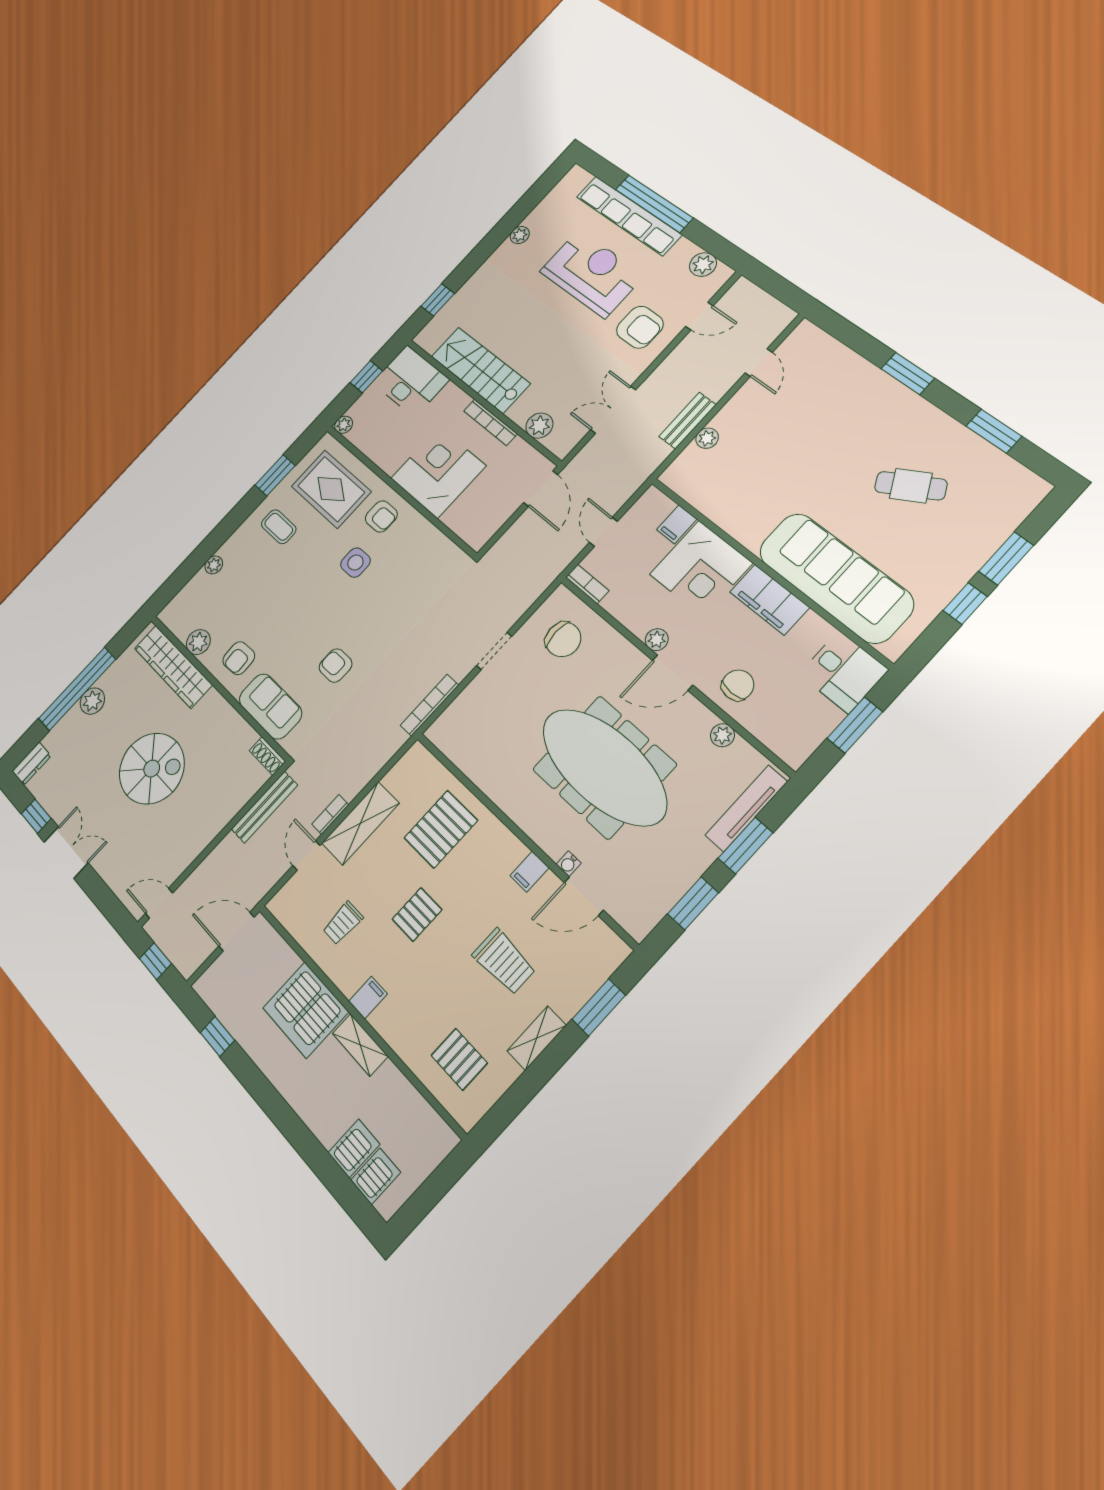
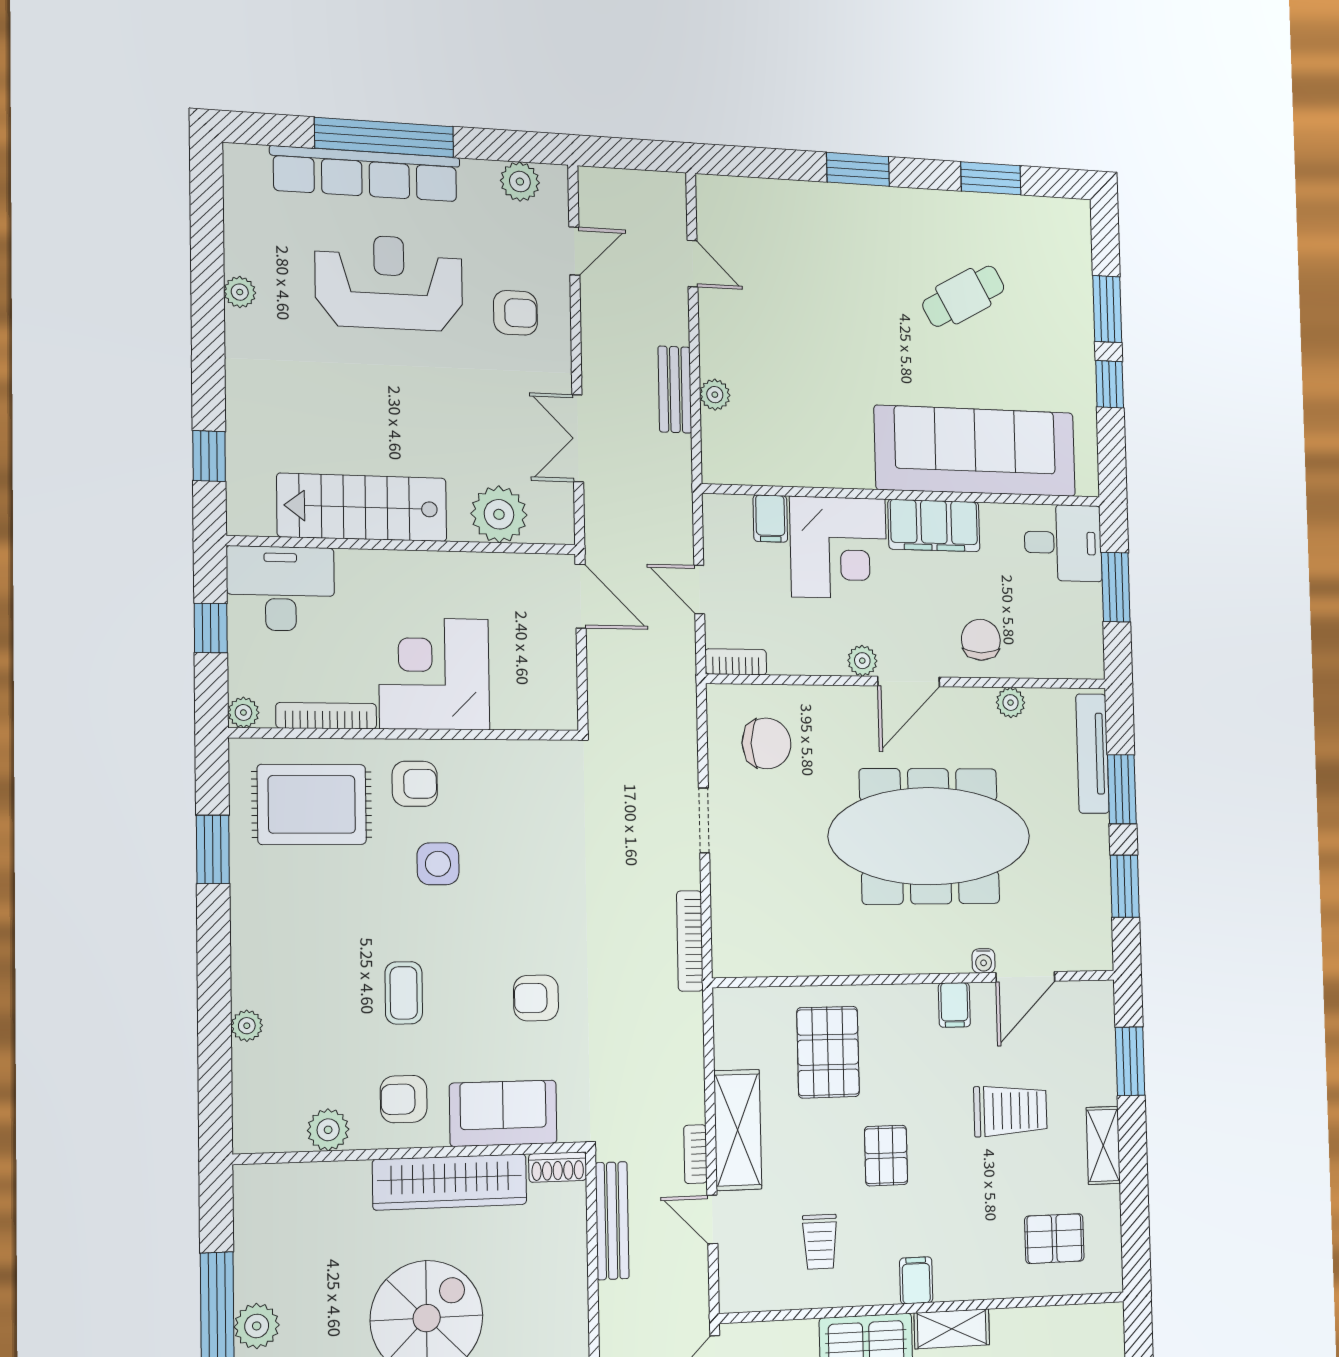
armchair: (640, 327) -> (515, 313), width x0.72, depth x0.72
bookcase: (490, 422) -> (326, 716), moved, turned 180
plant: (539, 426) -> (499, 514), width x1.36, depth x1.36
coffee table: (279, 527) -> (404, 993), moved, turned 90
armchair: (239, 658) -> (404, 1099), turned 93
wardrobe: (173, 667) -> (450, 1182), moved

